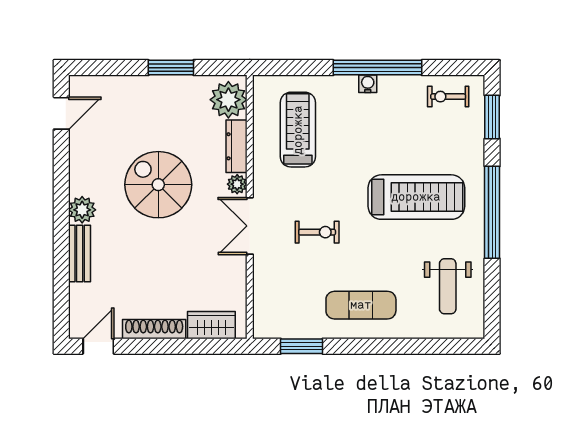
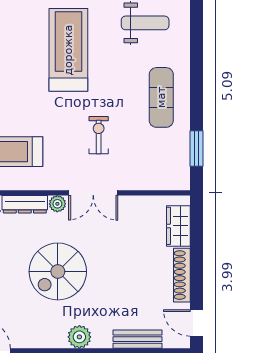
bench: (80, 253) -> (138, 339), moved

